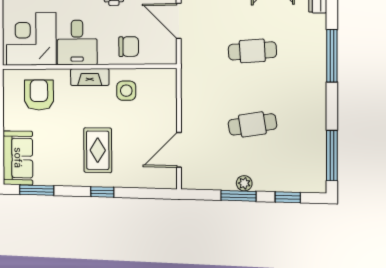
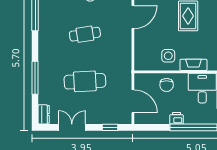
chair: (129, 47) -> (167, 85), turned -90
cafe table: (252, 51) -> (85, 81), width x1.37, depth x1.35

